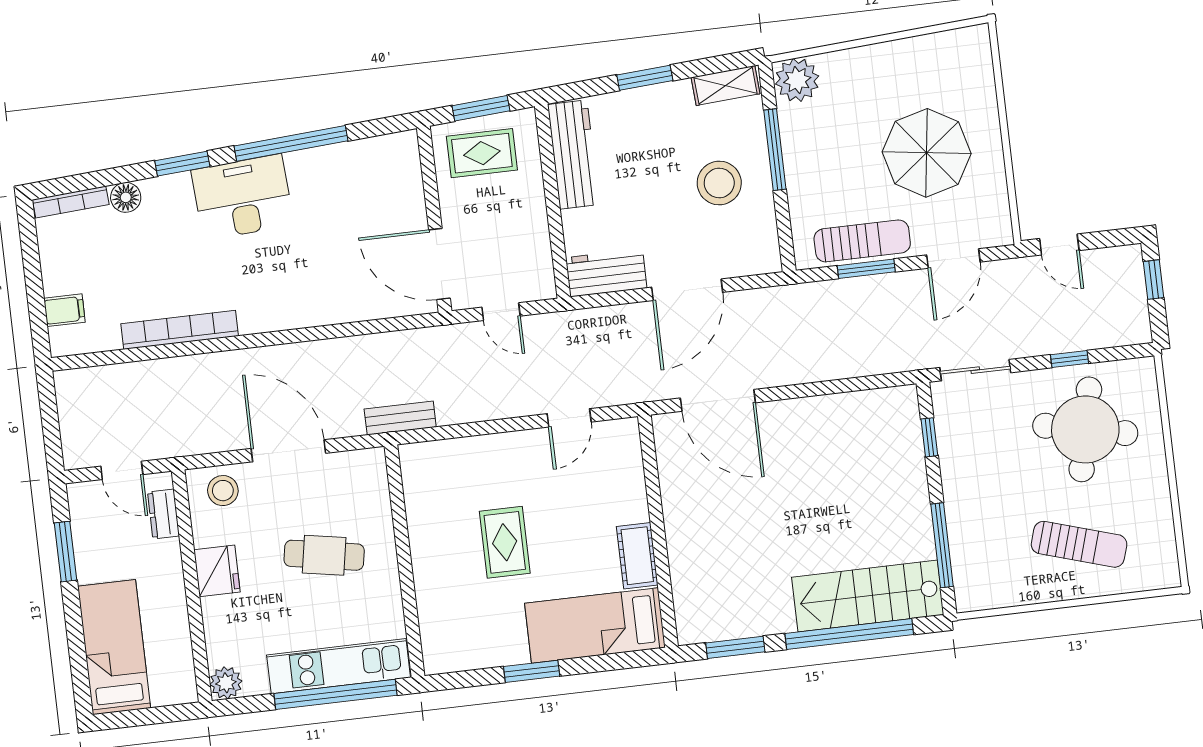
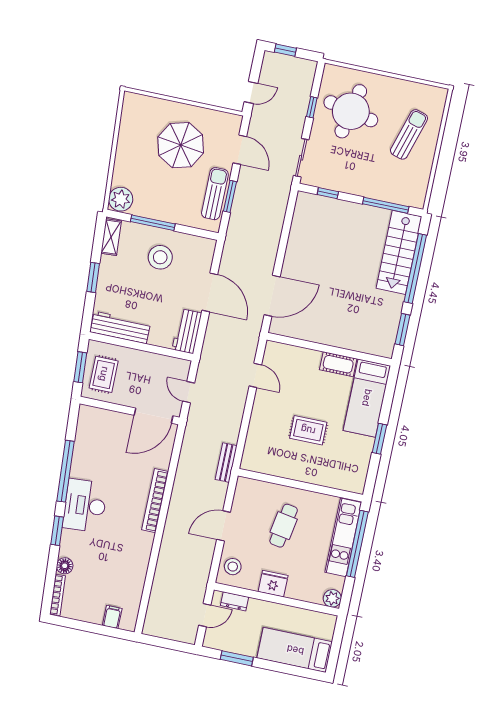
door: (501, 312) -> (189, 392), swing flipped
bookcase: (180, 330) -> (155, 501), moved
door: (288, 451) -> (224, 526), width x0.73

